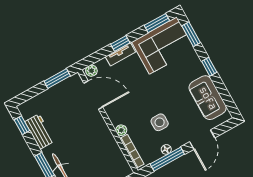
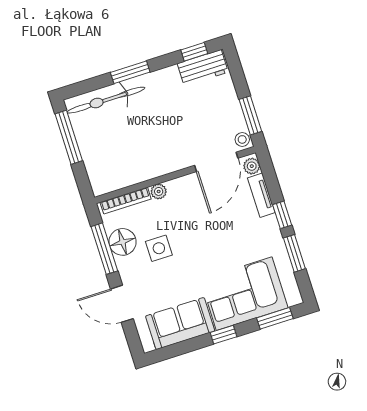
window: (157, 23) -> (294, 253), moved
corner sofa: (163, 46) -> (244, 294), moved, turned 90
tv unit: (120, 54) -> (261, 195), moved
stool: (75, 81) -> (242, 139), added
workbench: (40, 131) -> (203, 68), moved
floor lamp: (166, 149) -> (123, 242), width x1.89, depth x1.89

